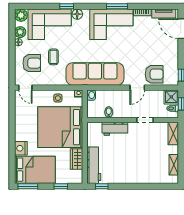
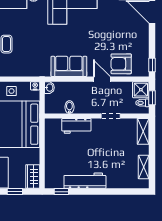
sofa: (95, 74) -> (69, 66), width x0.54, depth x0.79
armchair: (154, 74) -> (121, 64), turned 180
door: (137, 88) -> (102, 79), swing flipped
wardrobe: (76, 159) -> (33, 177), moved
workbench: (94, 165) -> (85, 181), moved, turned -90

